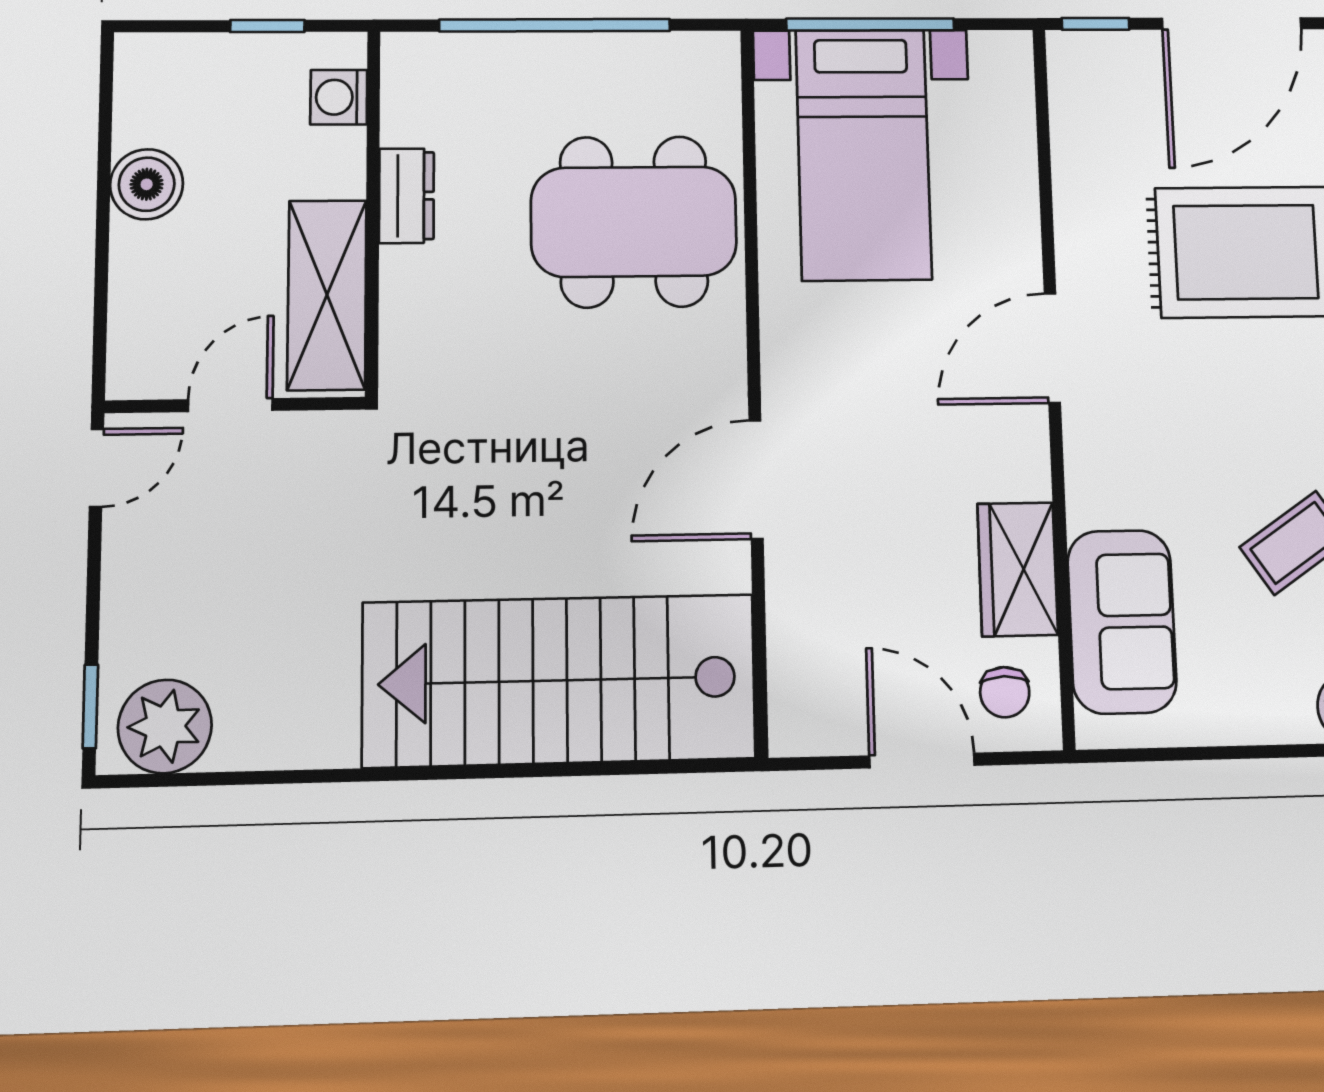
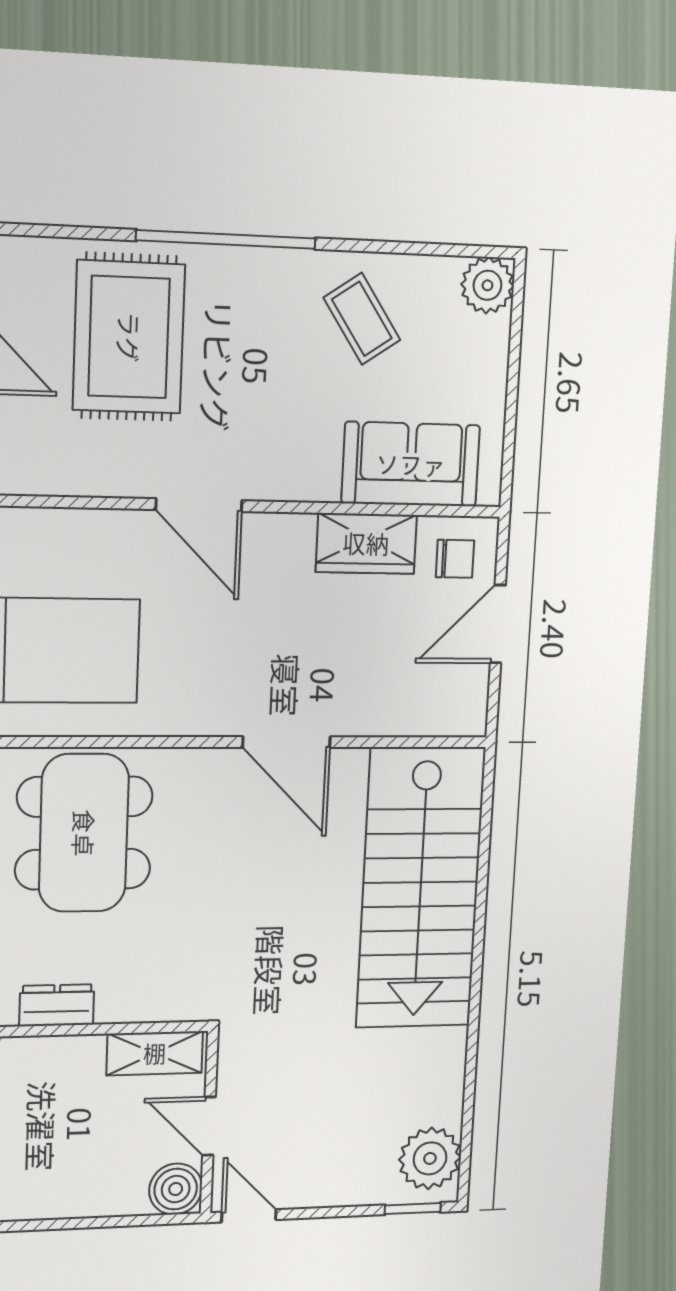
boiler: (147, 184) -> (176, 1189), moved
shelving: (327, 295) -> (155, 1053), width x0.67, depth x0.75

